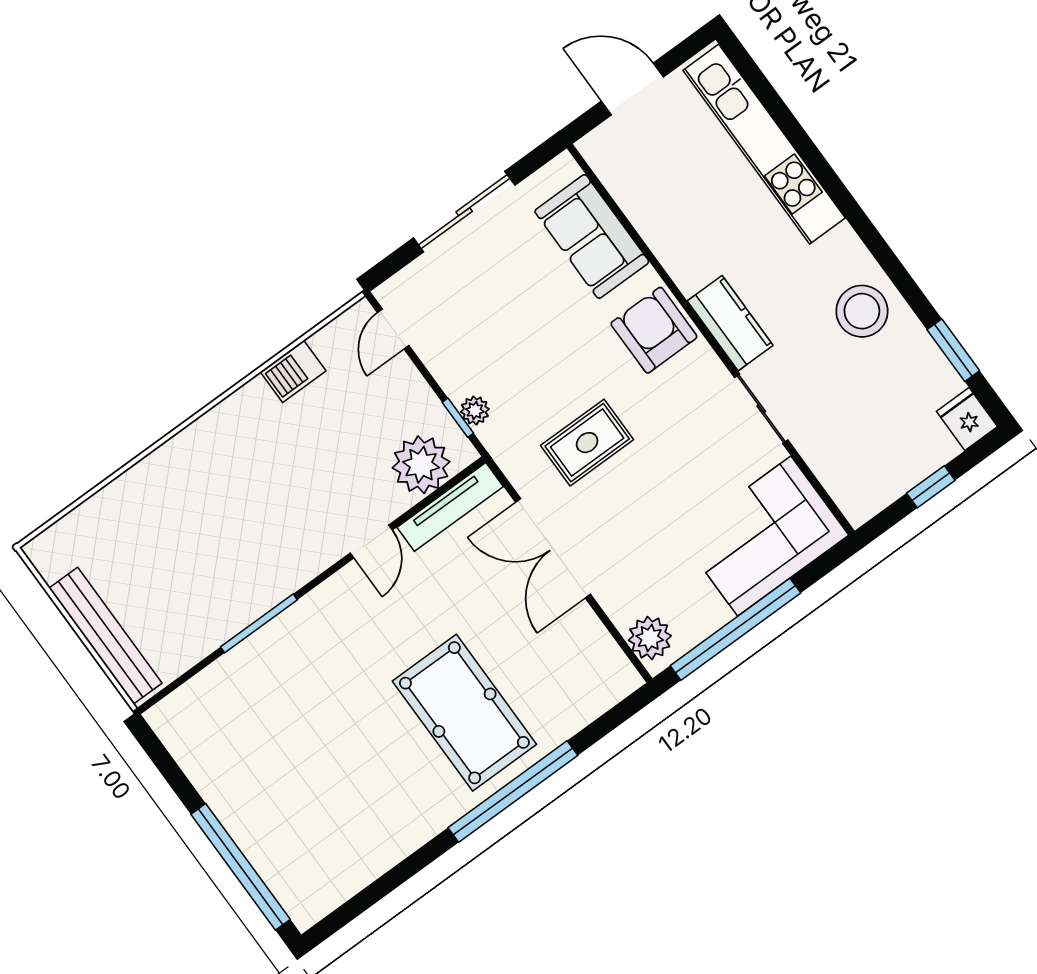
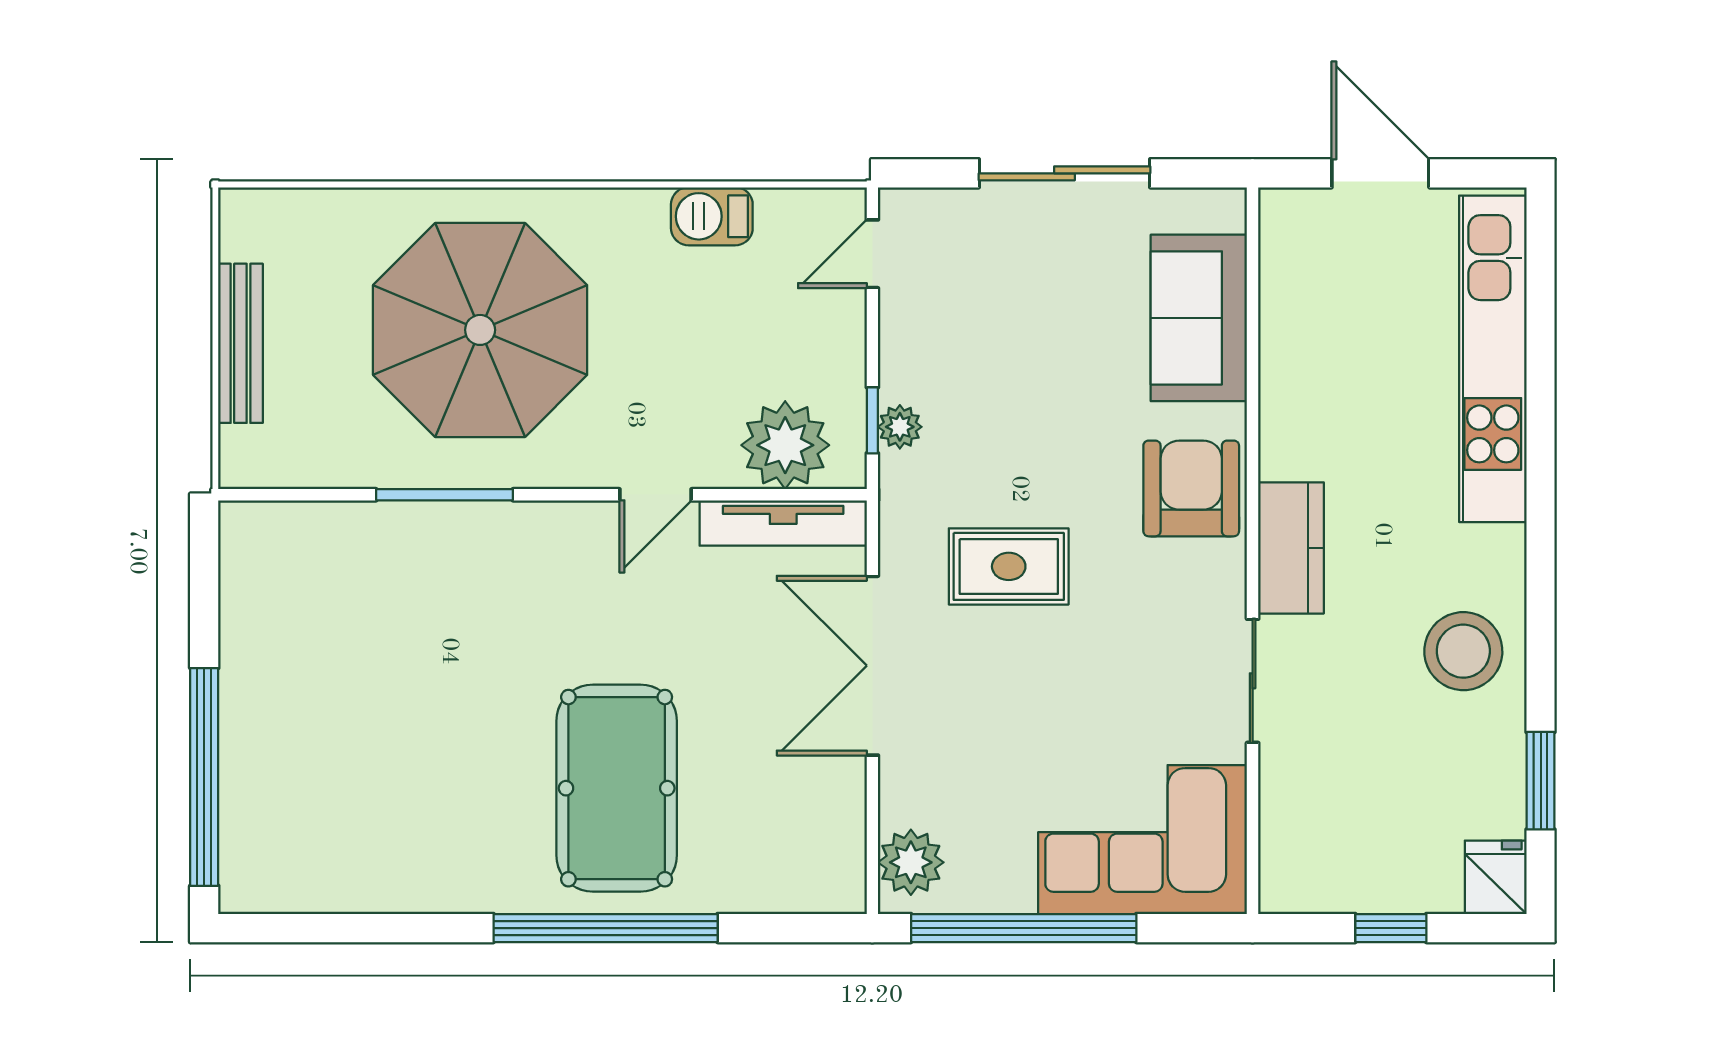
parasol: (214, 522) -> (480, 330), added
bench: (105, 636) -> (240, 343), width x0.73, depth x0.82

